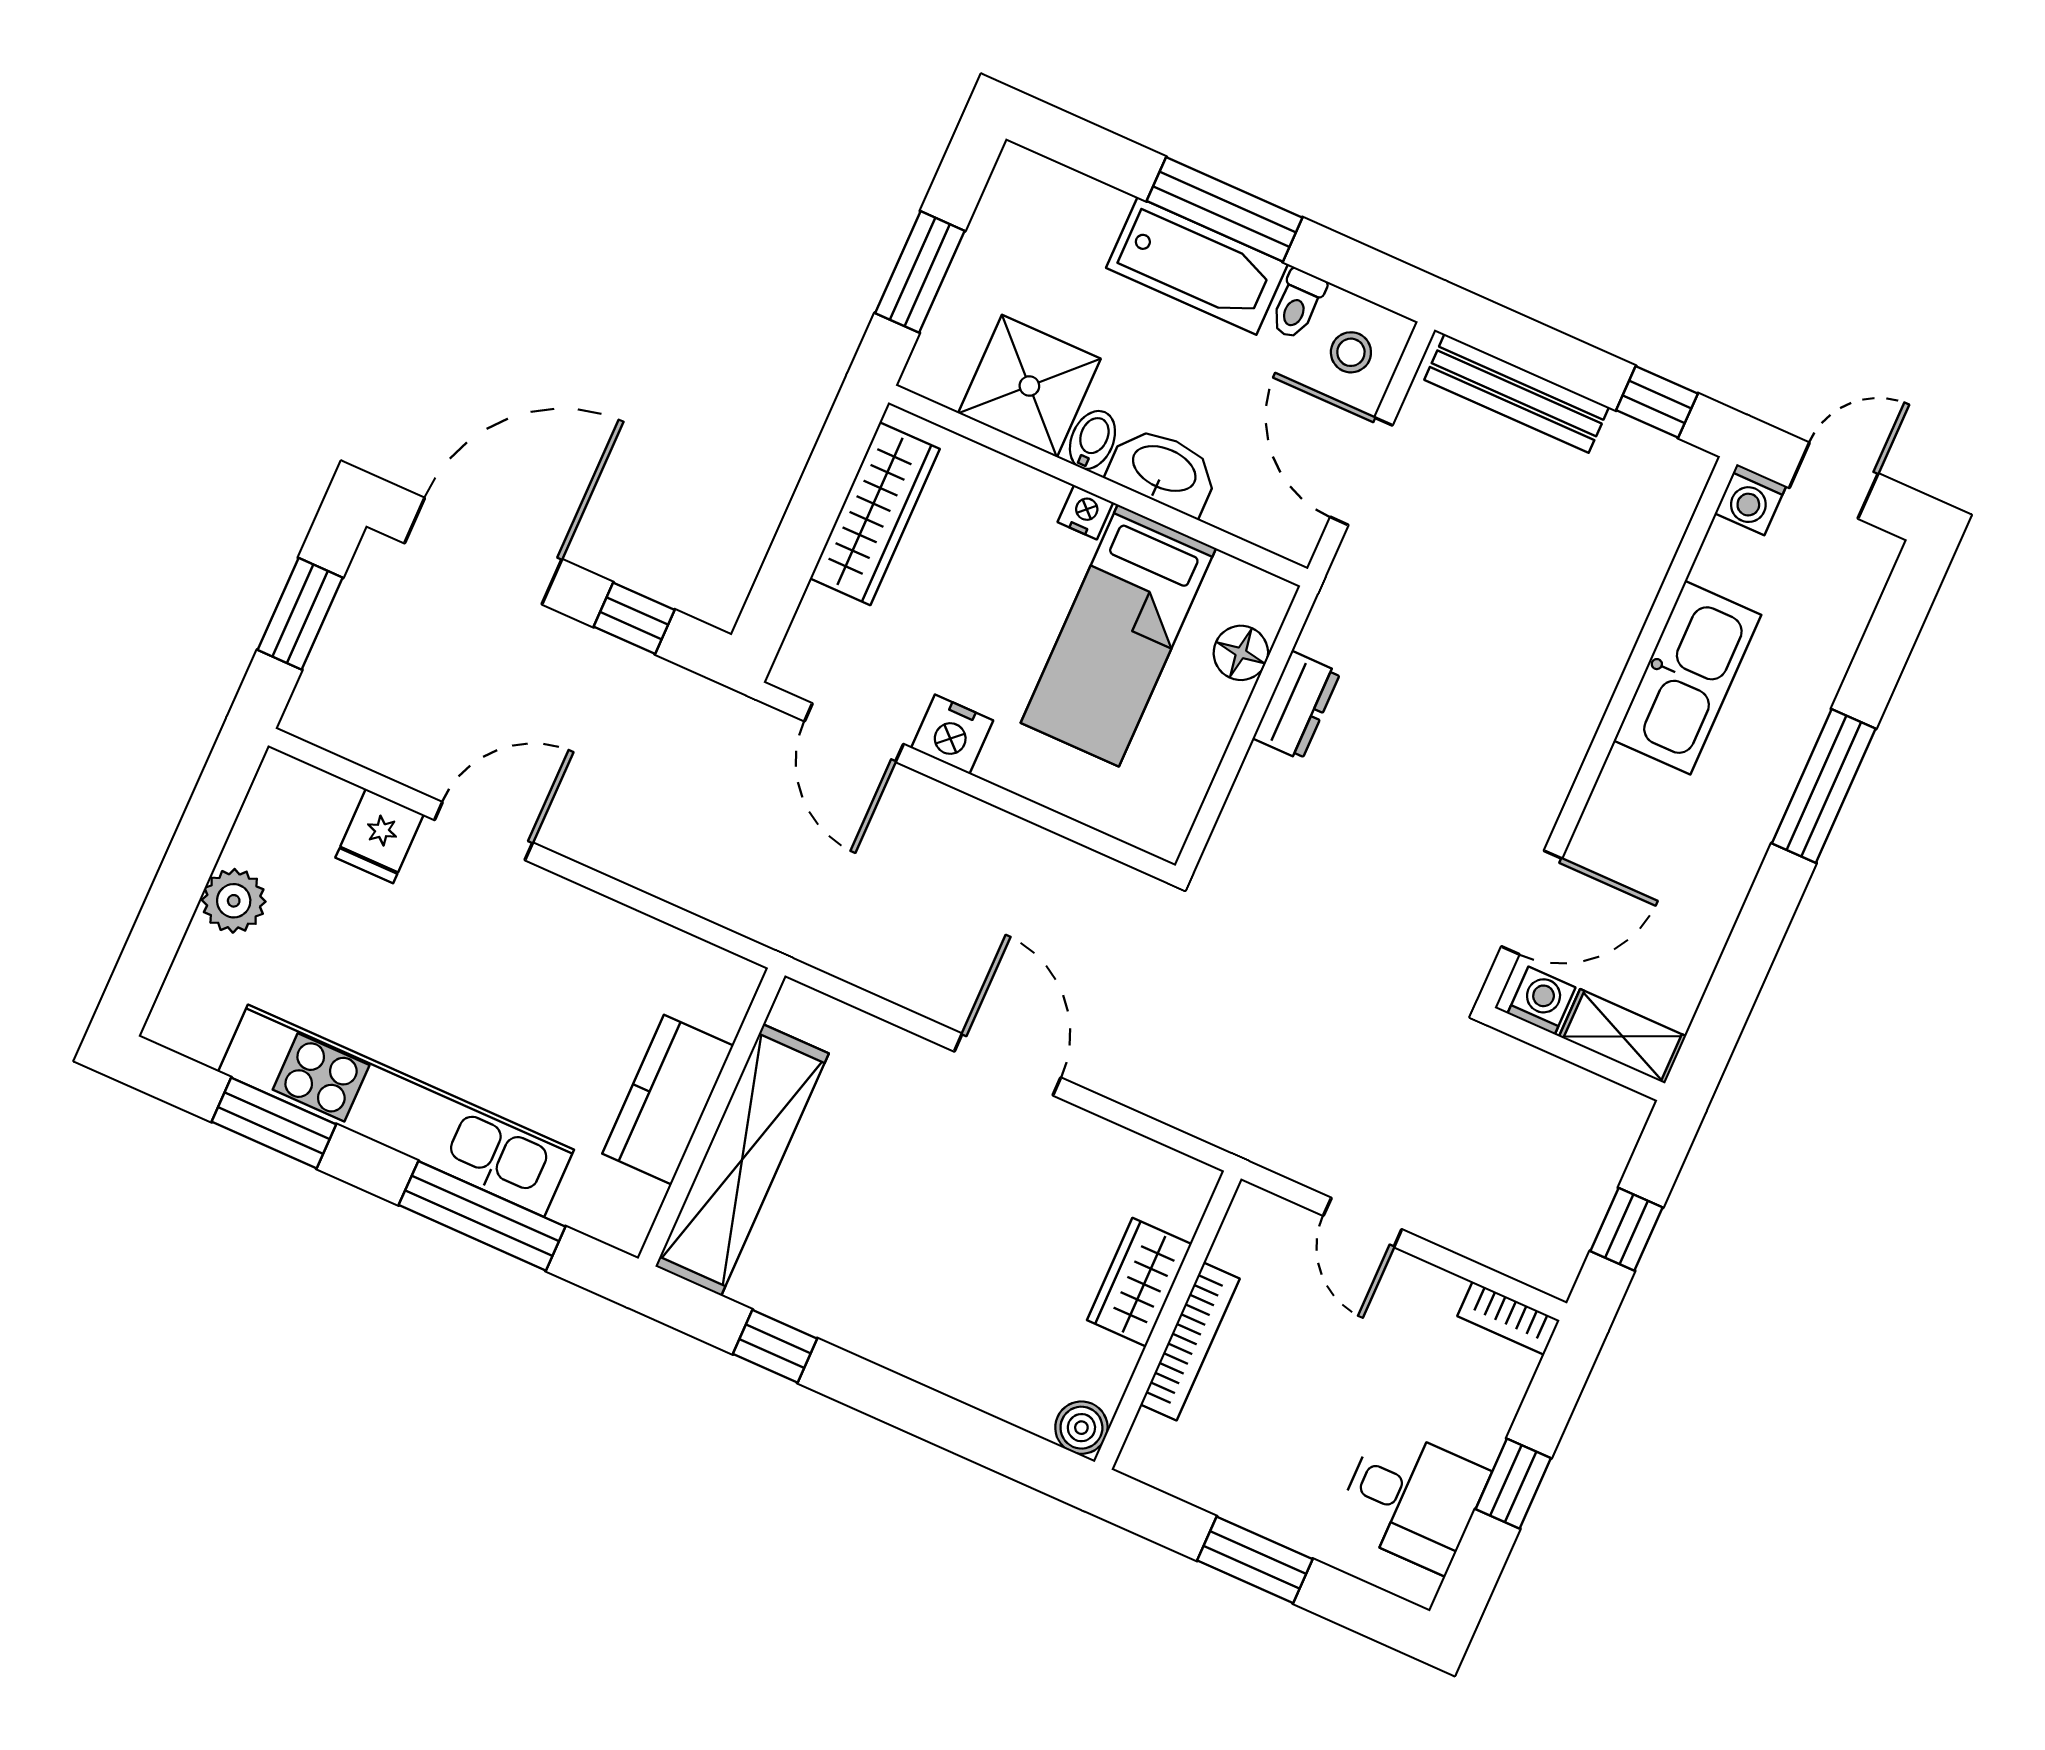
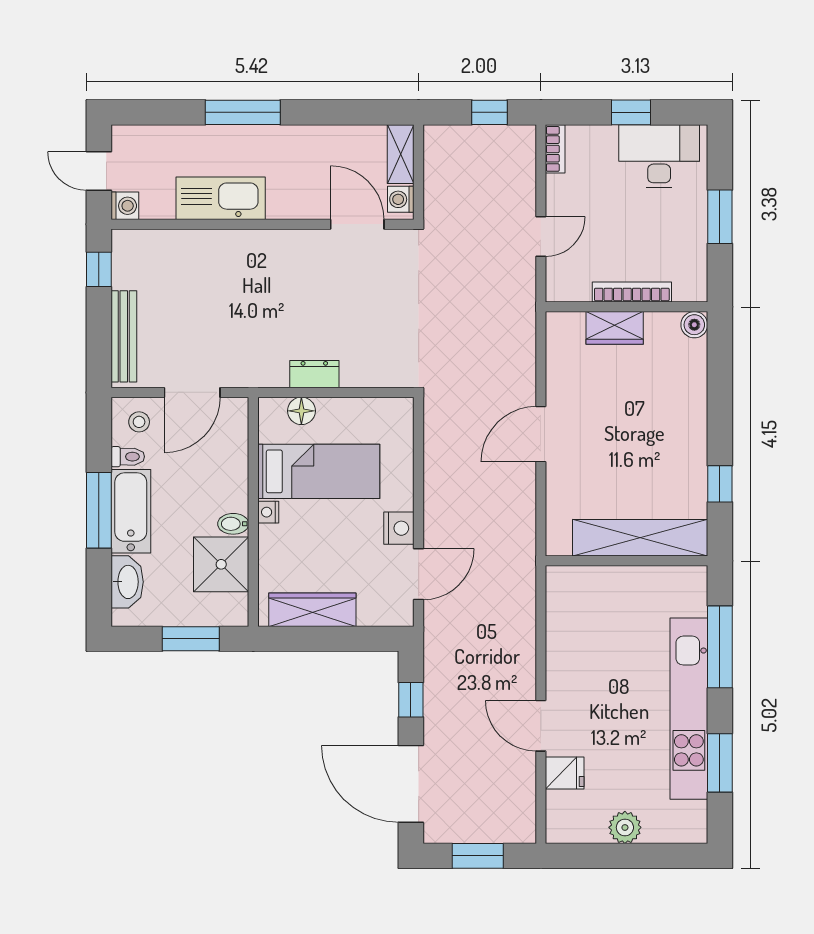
washbasin: (1163, 470) -> (127, 582), moved, turned 180
kitchen counter: (668, 1100) -> (628, 585), removed
desk: (1412, 1499) -> (659, 156), width x1.37

